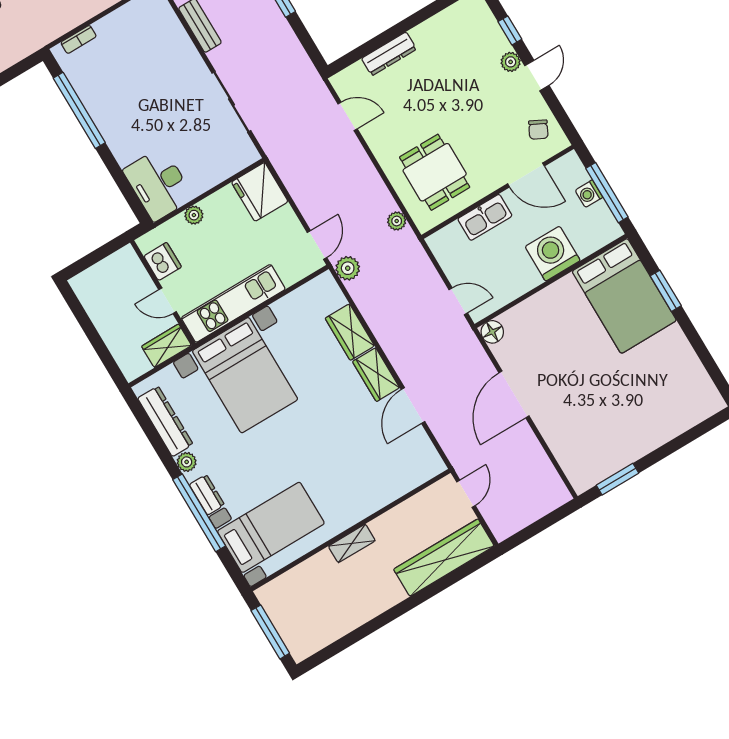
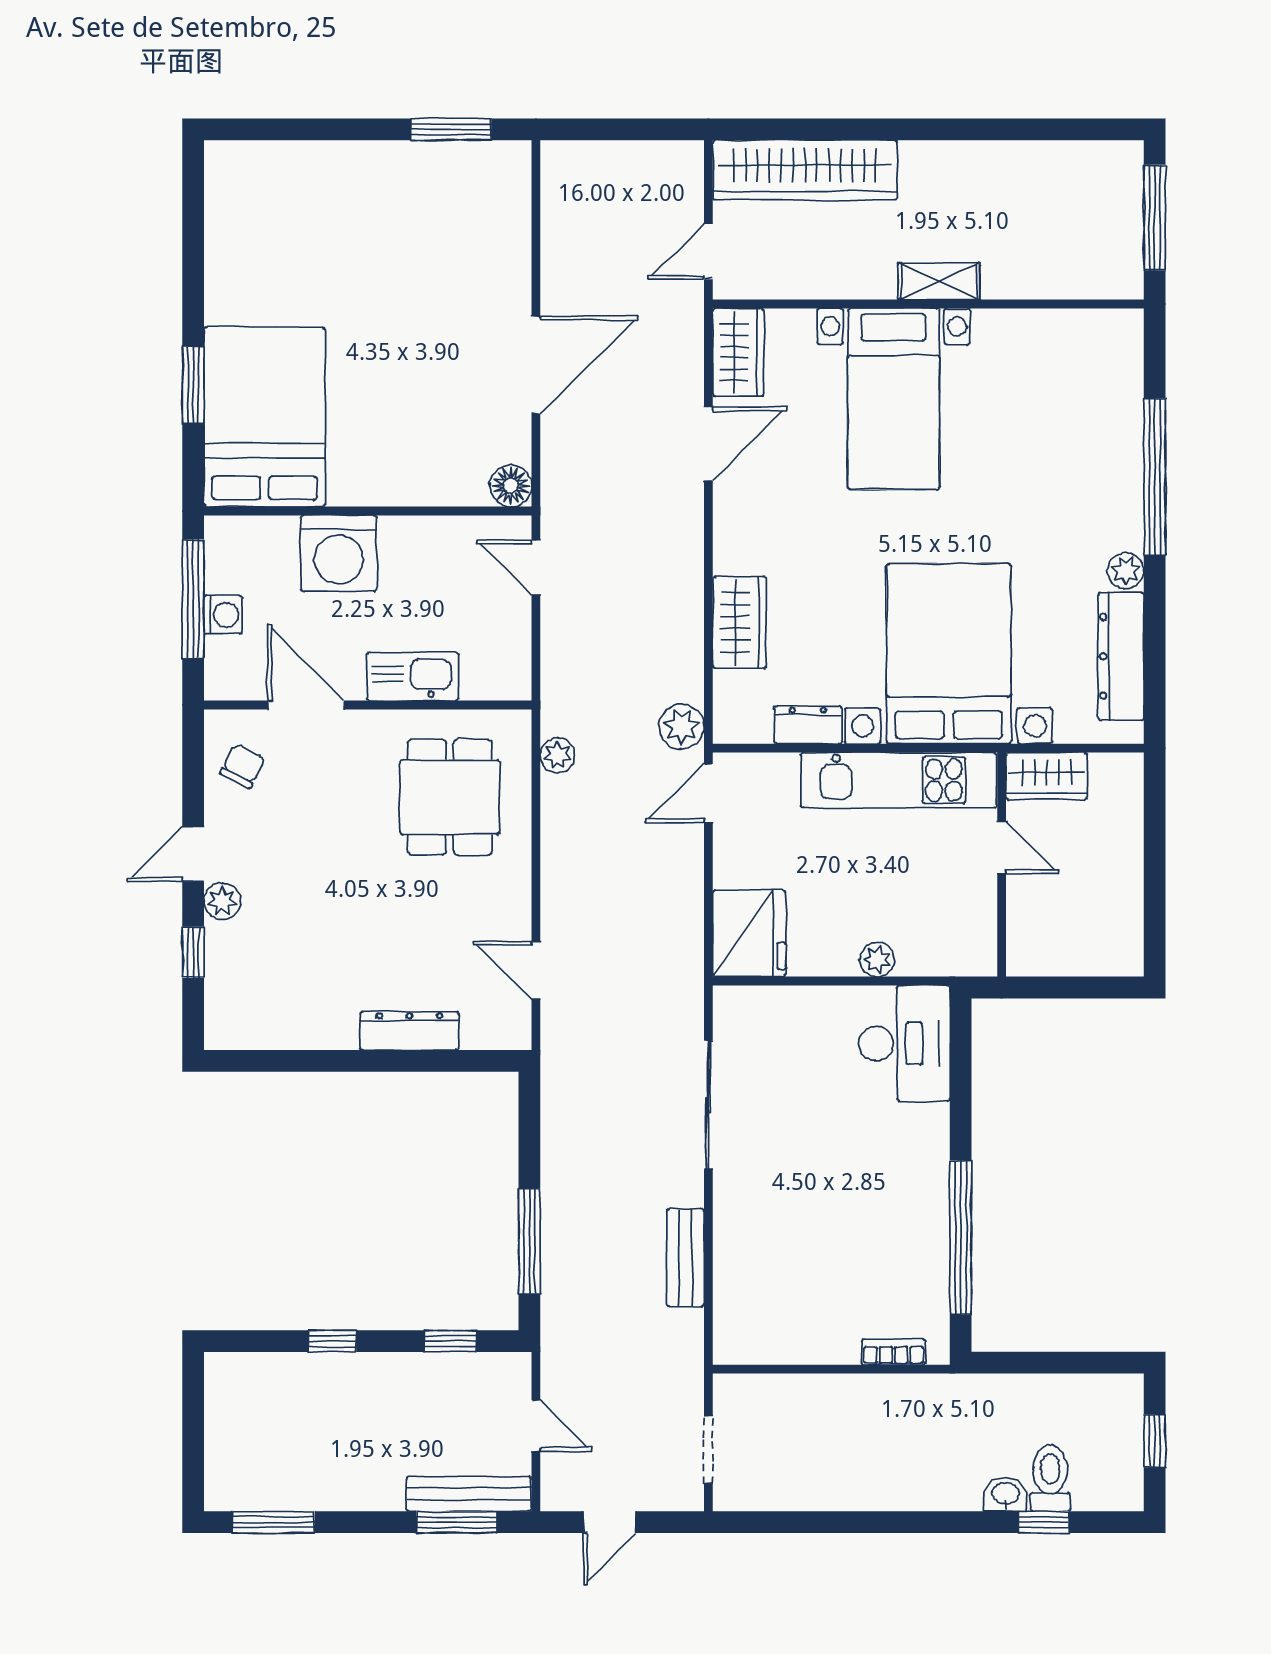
dishwasher: (163, 261) -> (972, 915), removed
wardrobe: (376, 375) -> (738, 352), moved
dresser: (207, 495) -> (808, 725), moved, turned 90
bed with nightstands: (271, 527) -> (894, 399), moved, turned -90

